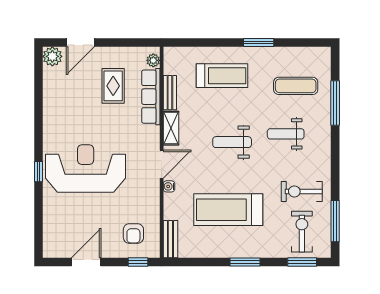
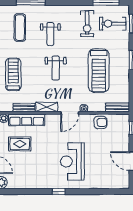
door: (162, 164) -> (70, 113), swing flipped
reception desk: (86, 168) -> (72, 161), width x0.74, depth x0.77
window: (38, 172) -> (59, 191), moved
armchair: (133, 233) -> (100, 122), moved

